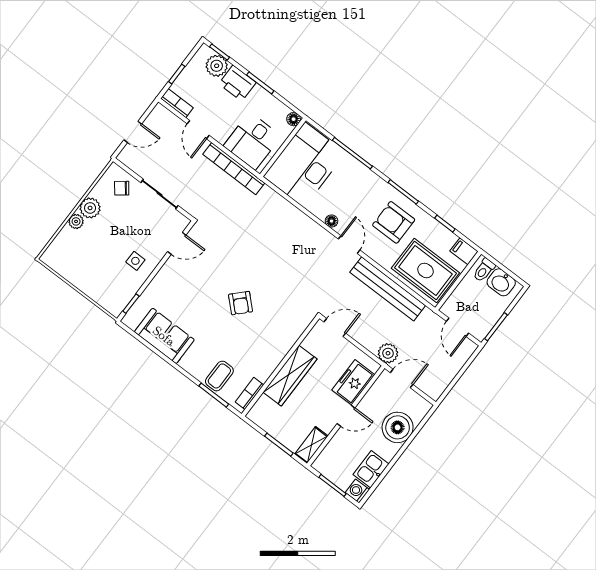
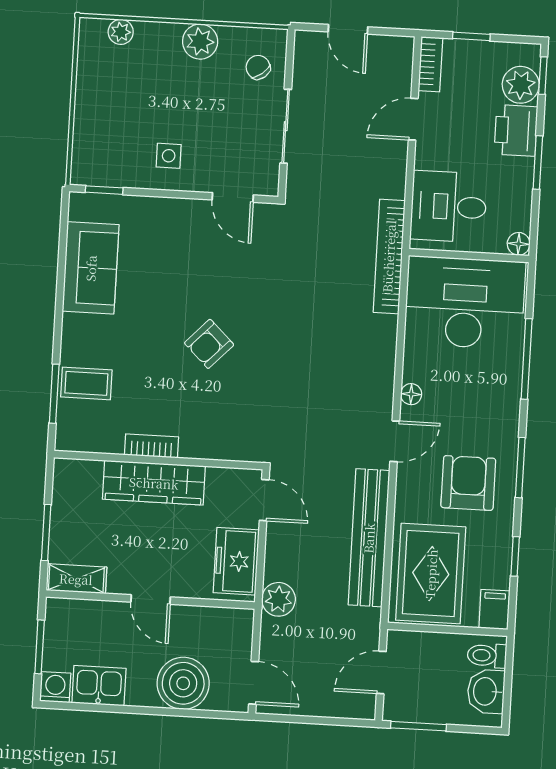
bookcase: (234, 169) -> (389, 256), moved
plant: (76, 221) -> (121, 32), moved
door: (402, 379) -> (254, 683), moved
freezer: (353, 382) -> (236, 561), moved, turned -90
bookcase: (249, 393) -> (151, 446), moved

